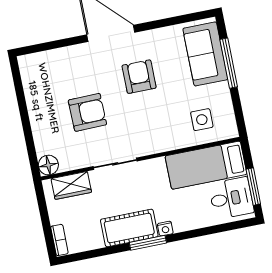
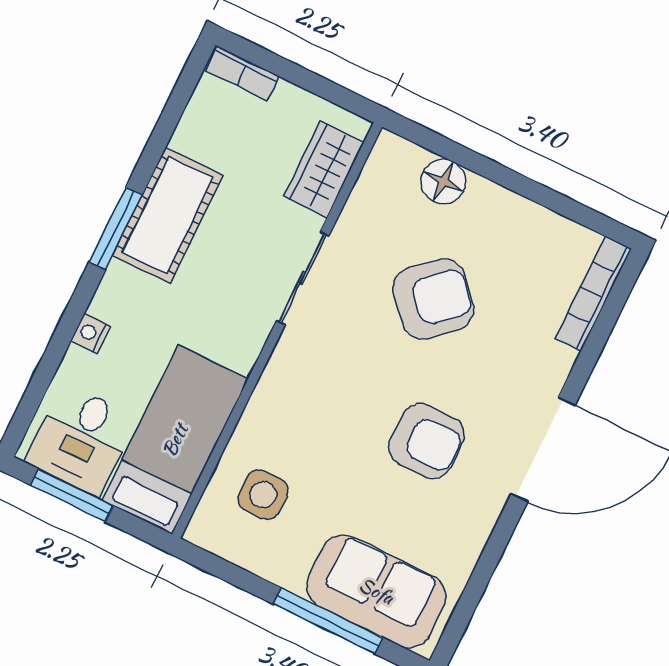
bookcase: (42, 58) -> (593, 293), added
armchair: (87, 112) -> (433, 299), turned -131
floor lamp: (48, 165) -> (443, 181), moved
nightstand: (165, 229) -> (91, 333), moved

